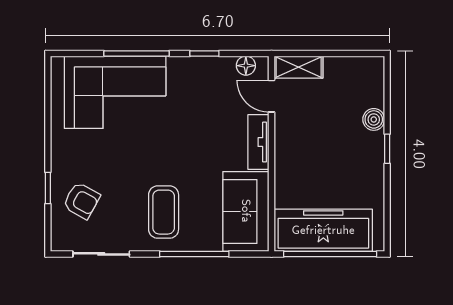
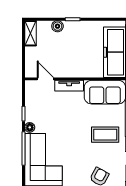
floor lamp: (246, 66) -> (30, 127), moved
shelving: (299, 67) -> (30, 33), moved
door: (271, 96) -> (45, 79), swing flipped

